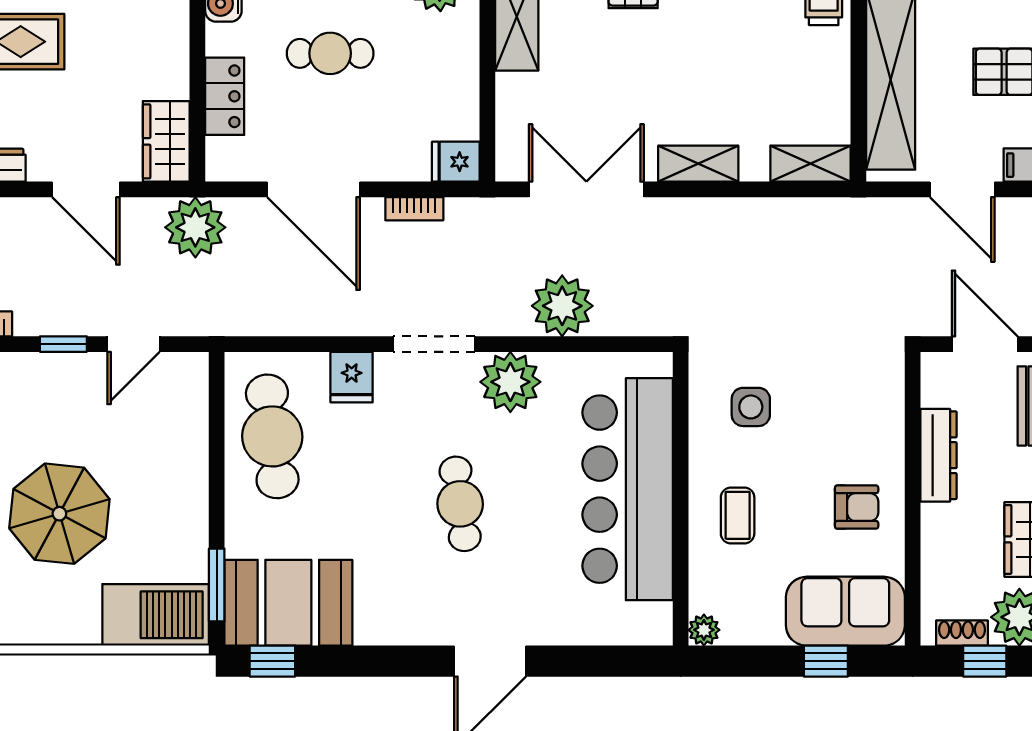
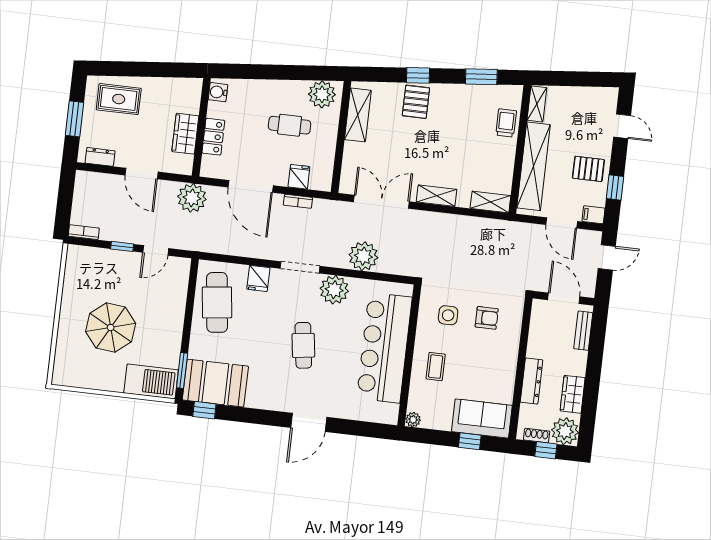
cafe table: (330, 53) -> (290, 125), moved
wardrobe: (166, 141) -> (185, 134), moved
fridge: (456, 162) -> (299, 177), moved, turned 90
dresser: (938, 455) -> (532, 381), moved
armchair: (857, 507) -> (487, 318), moved

